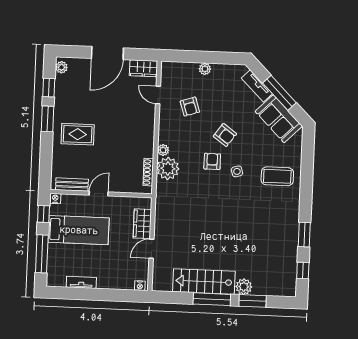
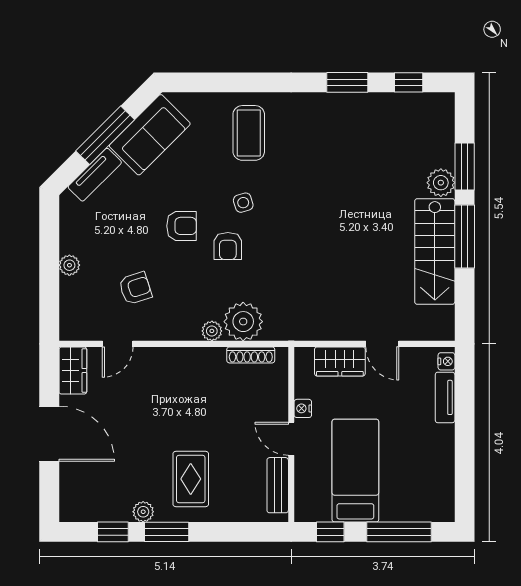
plant: (61, 67) -> (143, 512), moved
armchair: (225, 135) -> (182, 226), turned 54
armchair: (212, 161) -> (228, 246), turned -90
nightstand: (55, 198) -> (303, 408), moved
tv unit: (81, 282) -> (445, 397), moved

